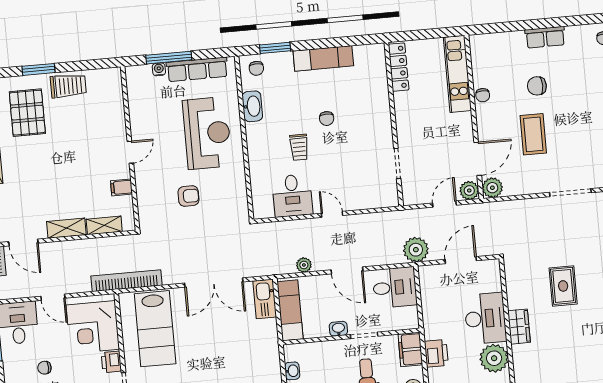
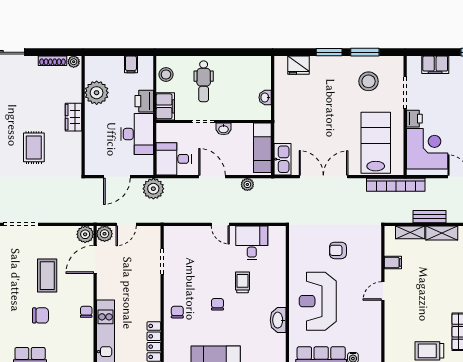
chair: (256, 68) -> (177, 312), moved
bench: (83, 246) -> (429, 217), added
desk: (485, 318) -> (137, 134), moved, turned 180

